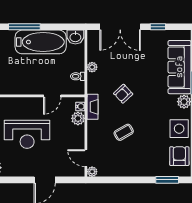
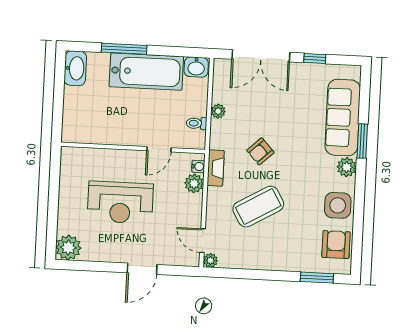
coffee table: (124, 132) -> (258, 207), width x1.86, depth x1.72

